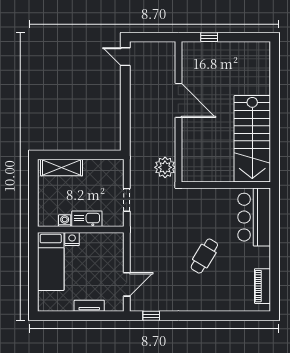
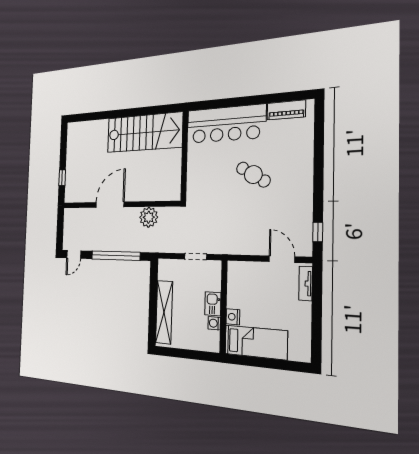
window: (125, 109) -> (116, 256), added
plant: (165, 167) -> (149, 217), moved
shelving: (62, 168) -> (164, 312), width x1.47
bar counter: (254, 217) -> (226, 124), width x1.36
kitchen sink: (87, 219) -> (213, 304), width x0.73
tv unit: (89, 306) -> (306, 283), moved

